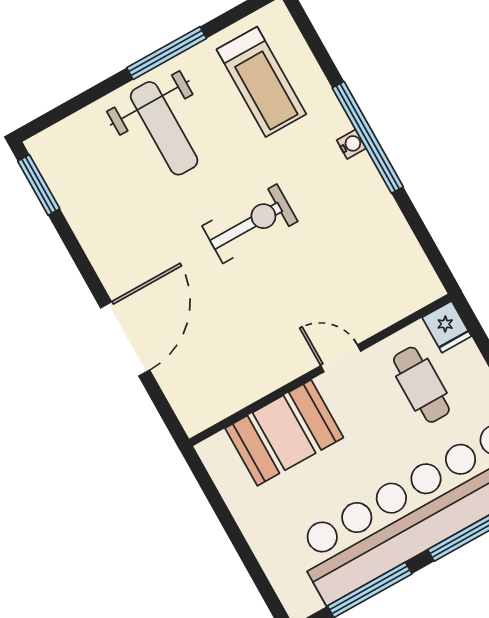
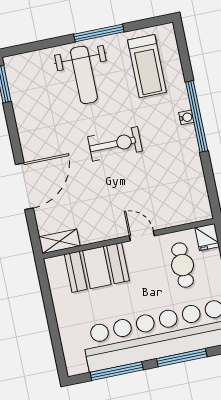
shelving: (210, 410) -> (59, 241), added

